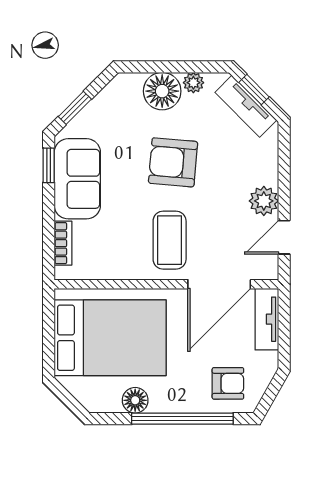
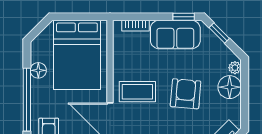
plant: (193, 83) -> (235, 68), moved

